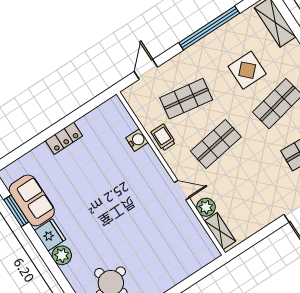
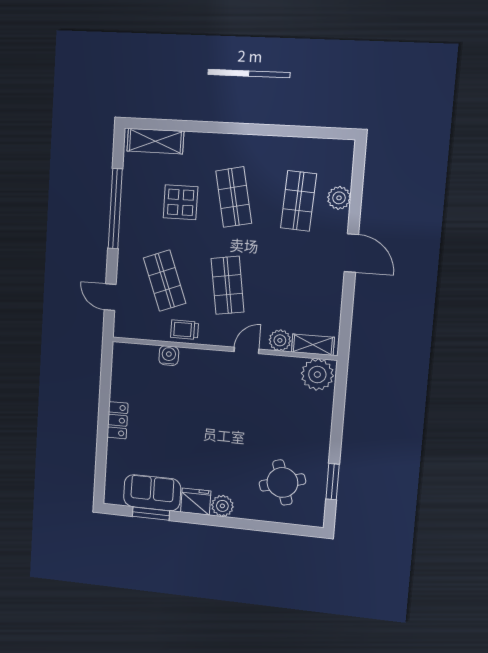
shop shelf: (186, 99) -> (165, 281), turned -30
plant: (202, 249) -> (317, 375), added

